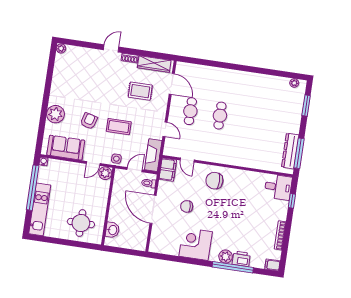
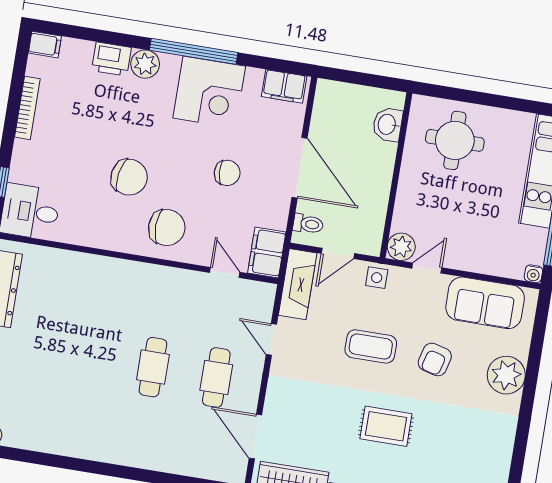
rug: (140, 91) -> (386, 426), moved
chair: (232, 204) -> (129, 177), added
filing cabinet: (161, 247) -> (284, 86), added
window: (233, 267) -> (194, 51), moved

